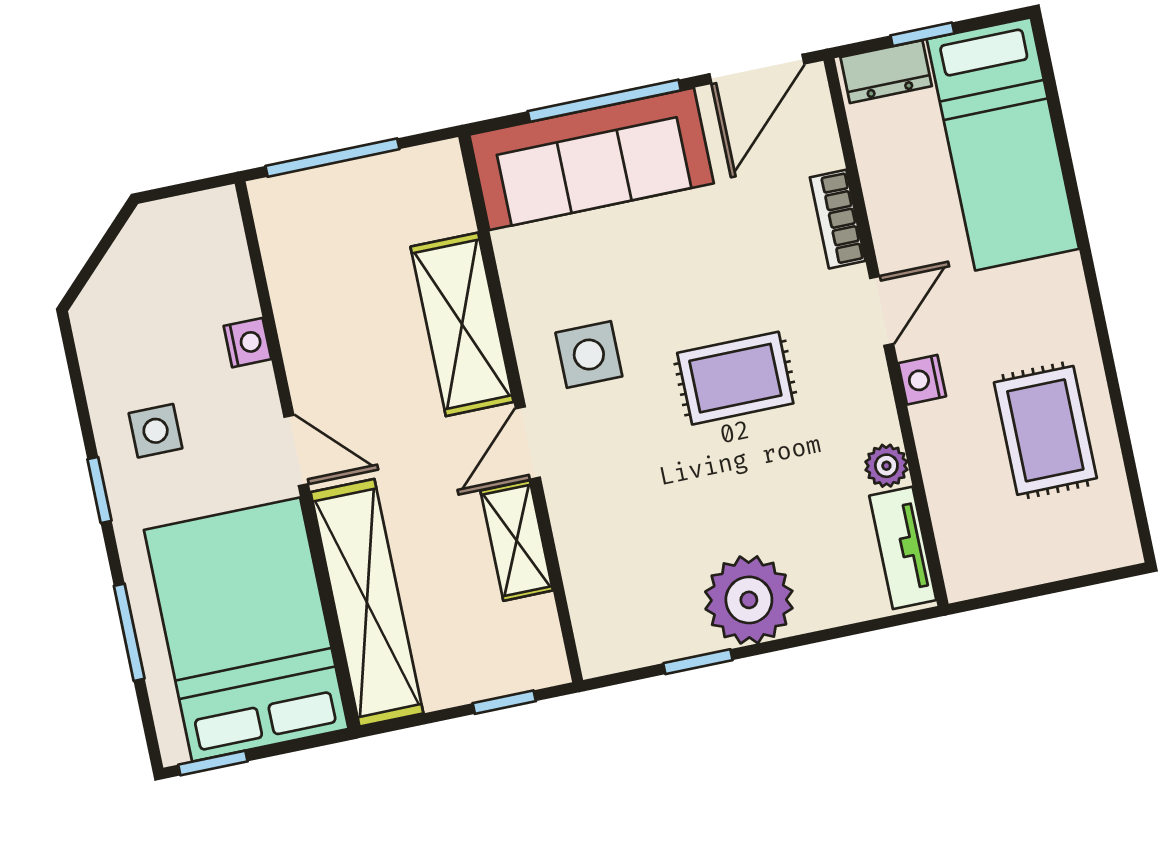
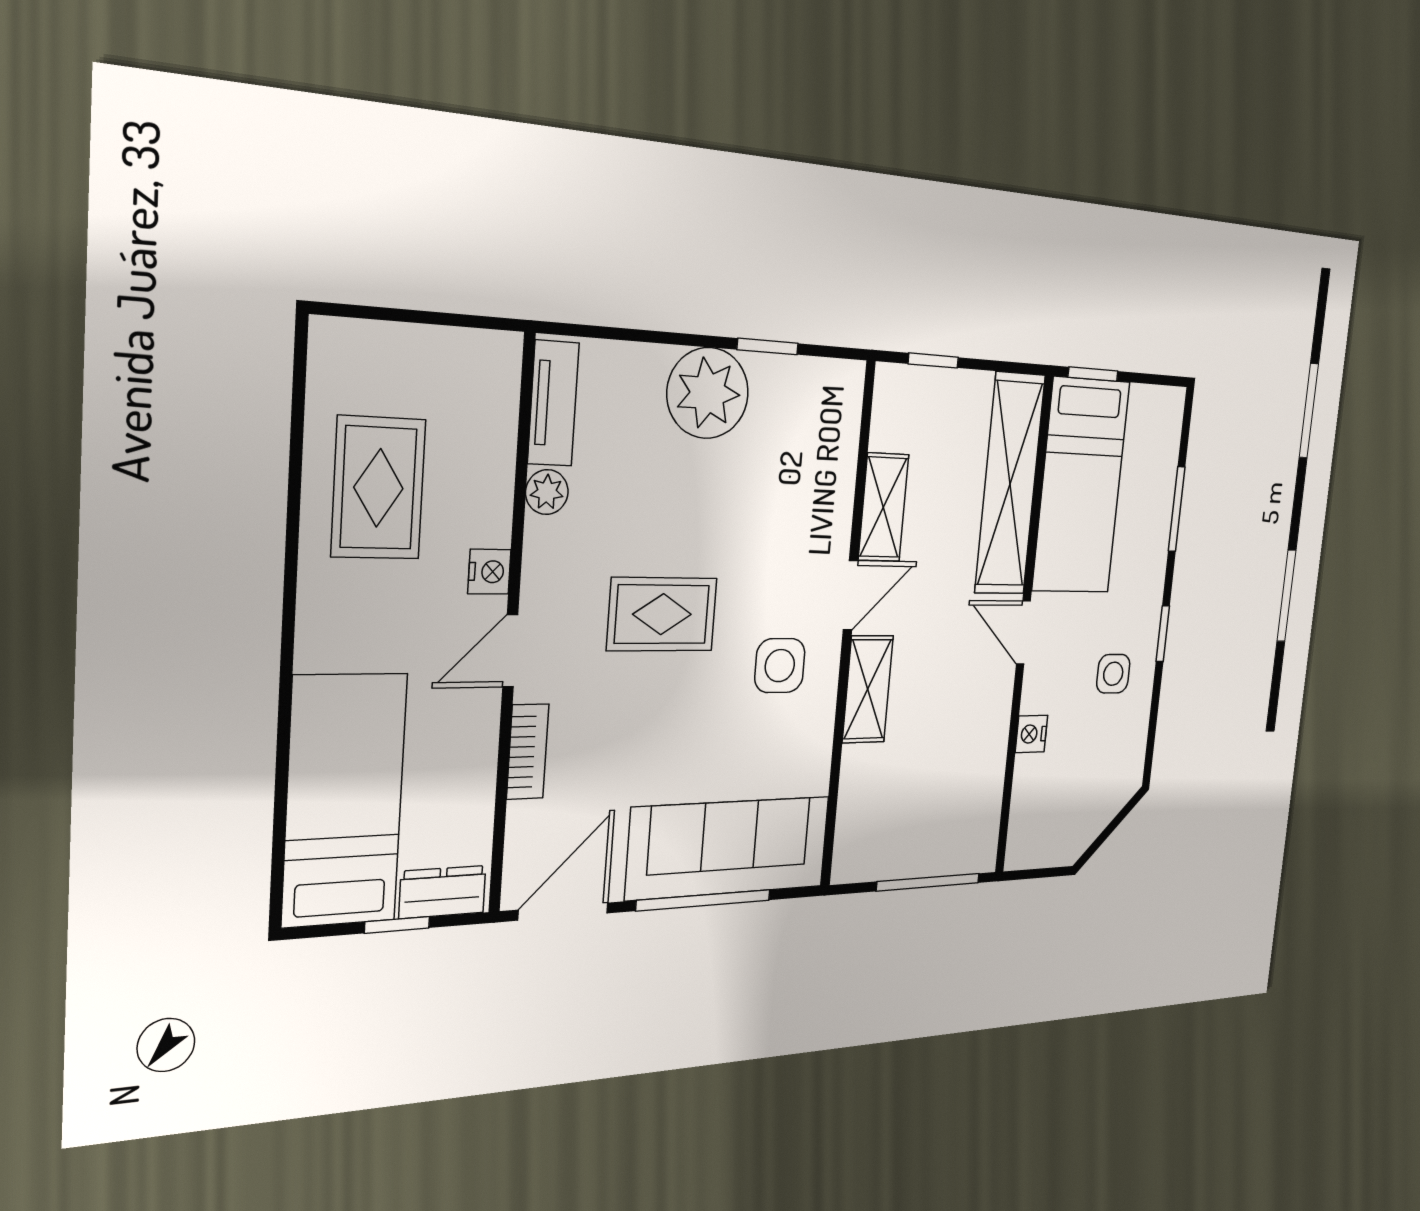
shelving: (462, 324) -> (868, 689), width x0.67, depth x0.75
bed: (246, 629) -> (1081, 486), width x0.67
window: (213, 763) -> (1093, 374), moved

